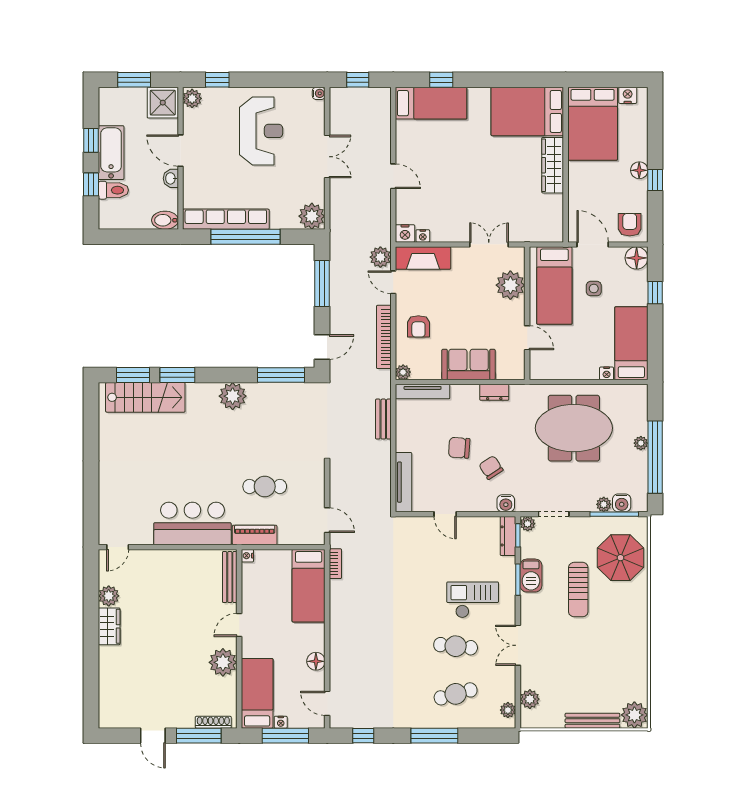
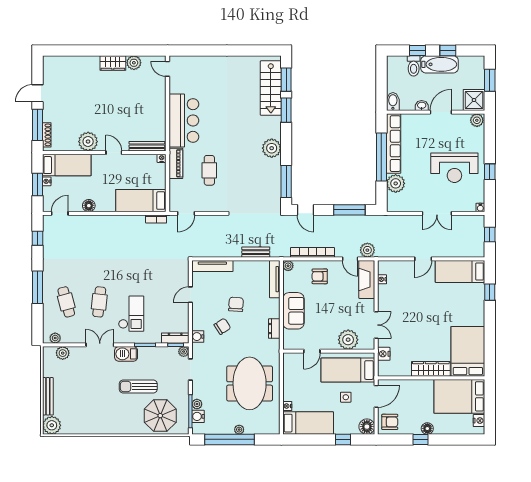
window: (217, 80) -> (490, 172), moved
bed: (431, 103) -> (460, 271), moved, turned 90
plant: (312, 216) -> (396, 183), moved
nightstand: (405, 233) -> (384, 354), moved
door: (393, 282) -> (350, 259), swing flipped
barbecue: (531, 576) -> (126, 354), moved
window: (285, 736) -> (38, 185), width x0.69

